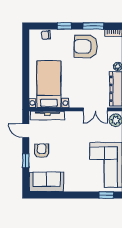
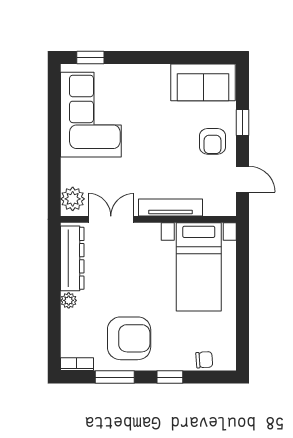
tv unit: (47, 116) -> (170, 208), moved

